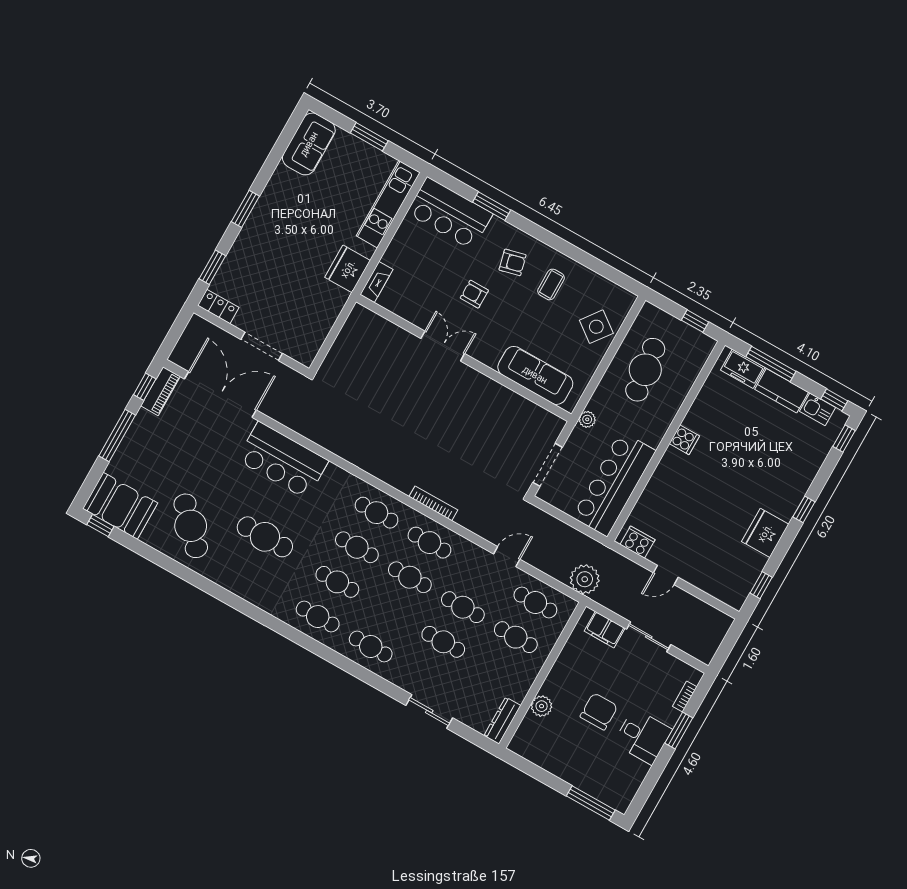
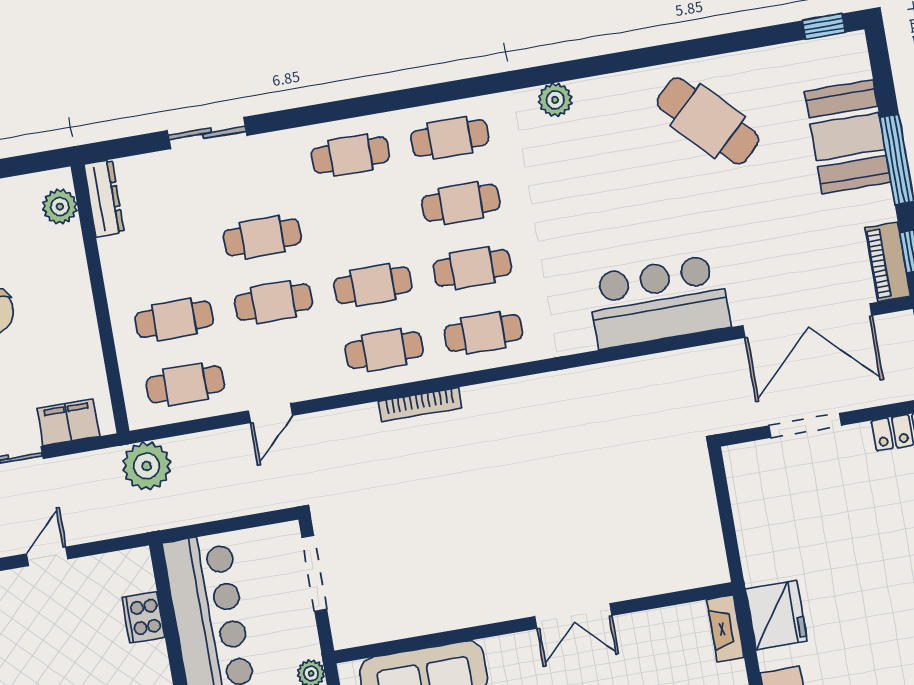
booth: (120, 506) -> (848, 137), moved, turned 90
cafe table: (265, 537) -> (601, 185), removed
cooker: (637, 542) -> (143, 617), moved, turned 90
plant: (254, 594) -> (555, 100), added
plant: (542, 706) -> (60, 207), moved

